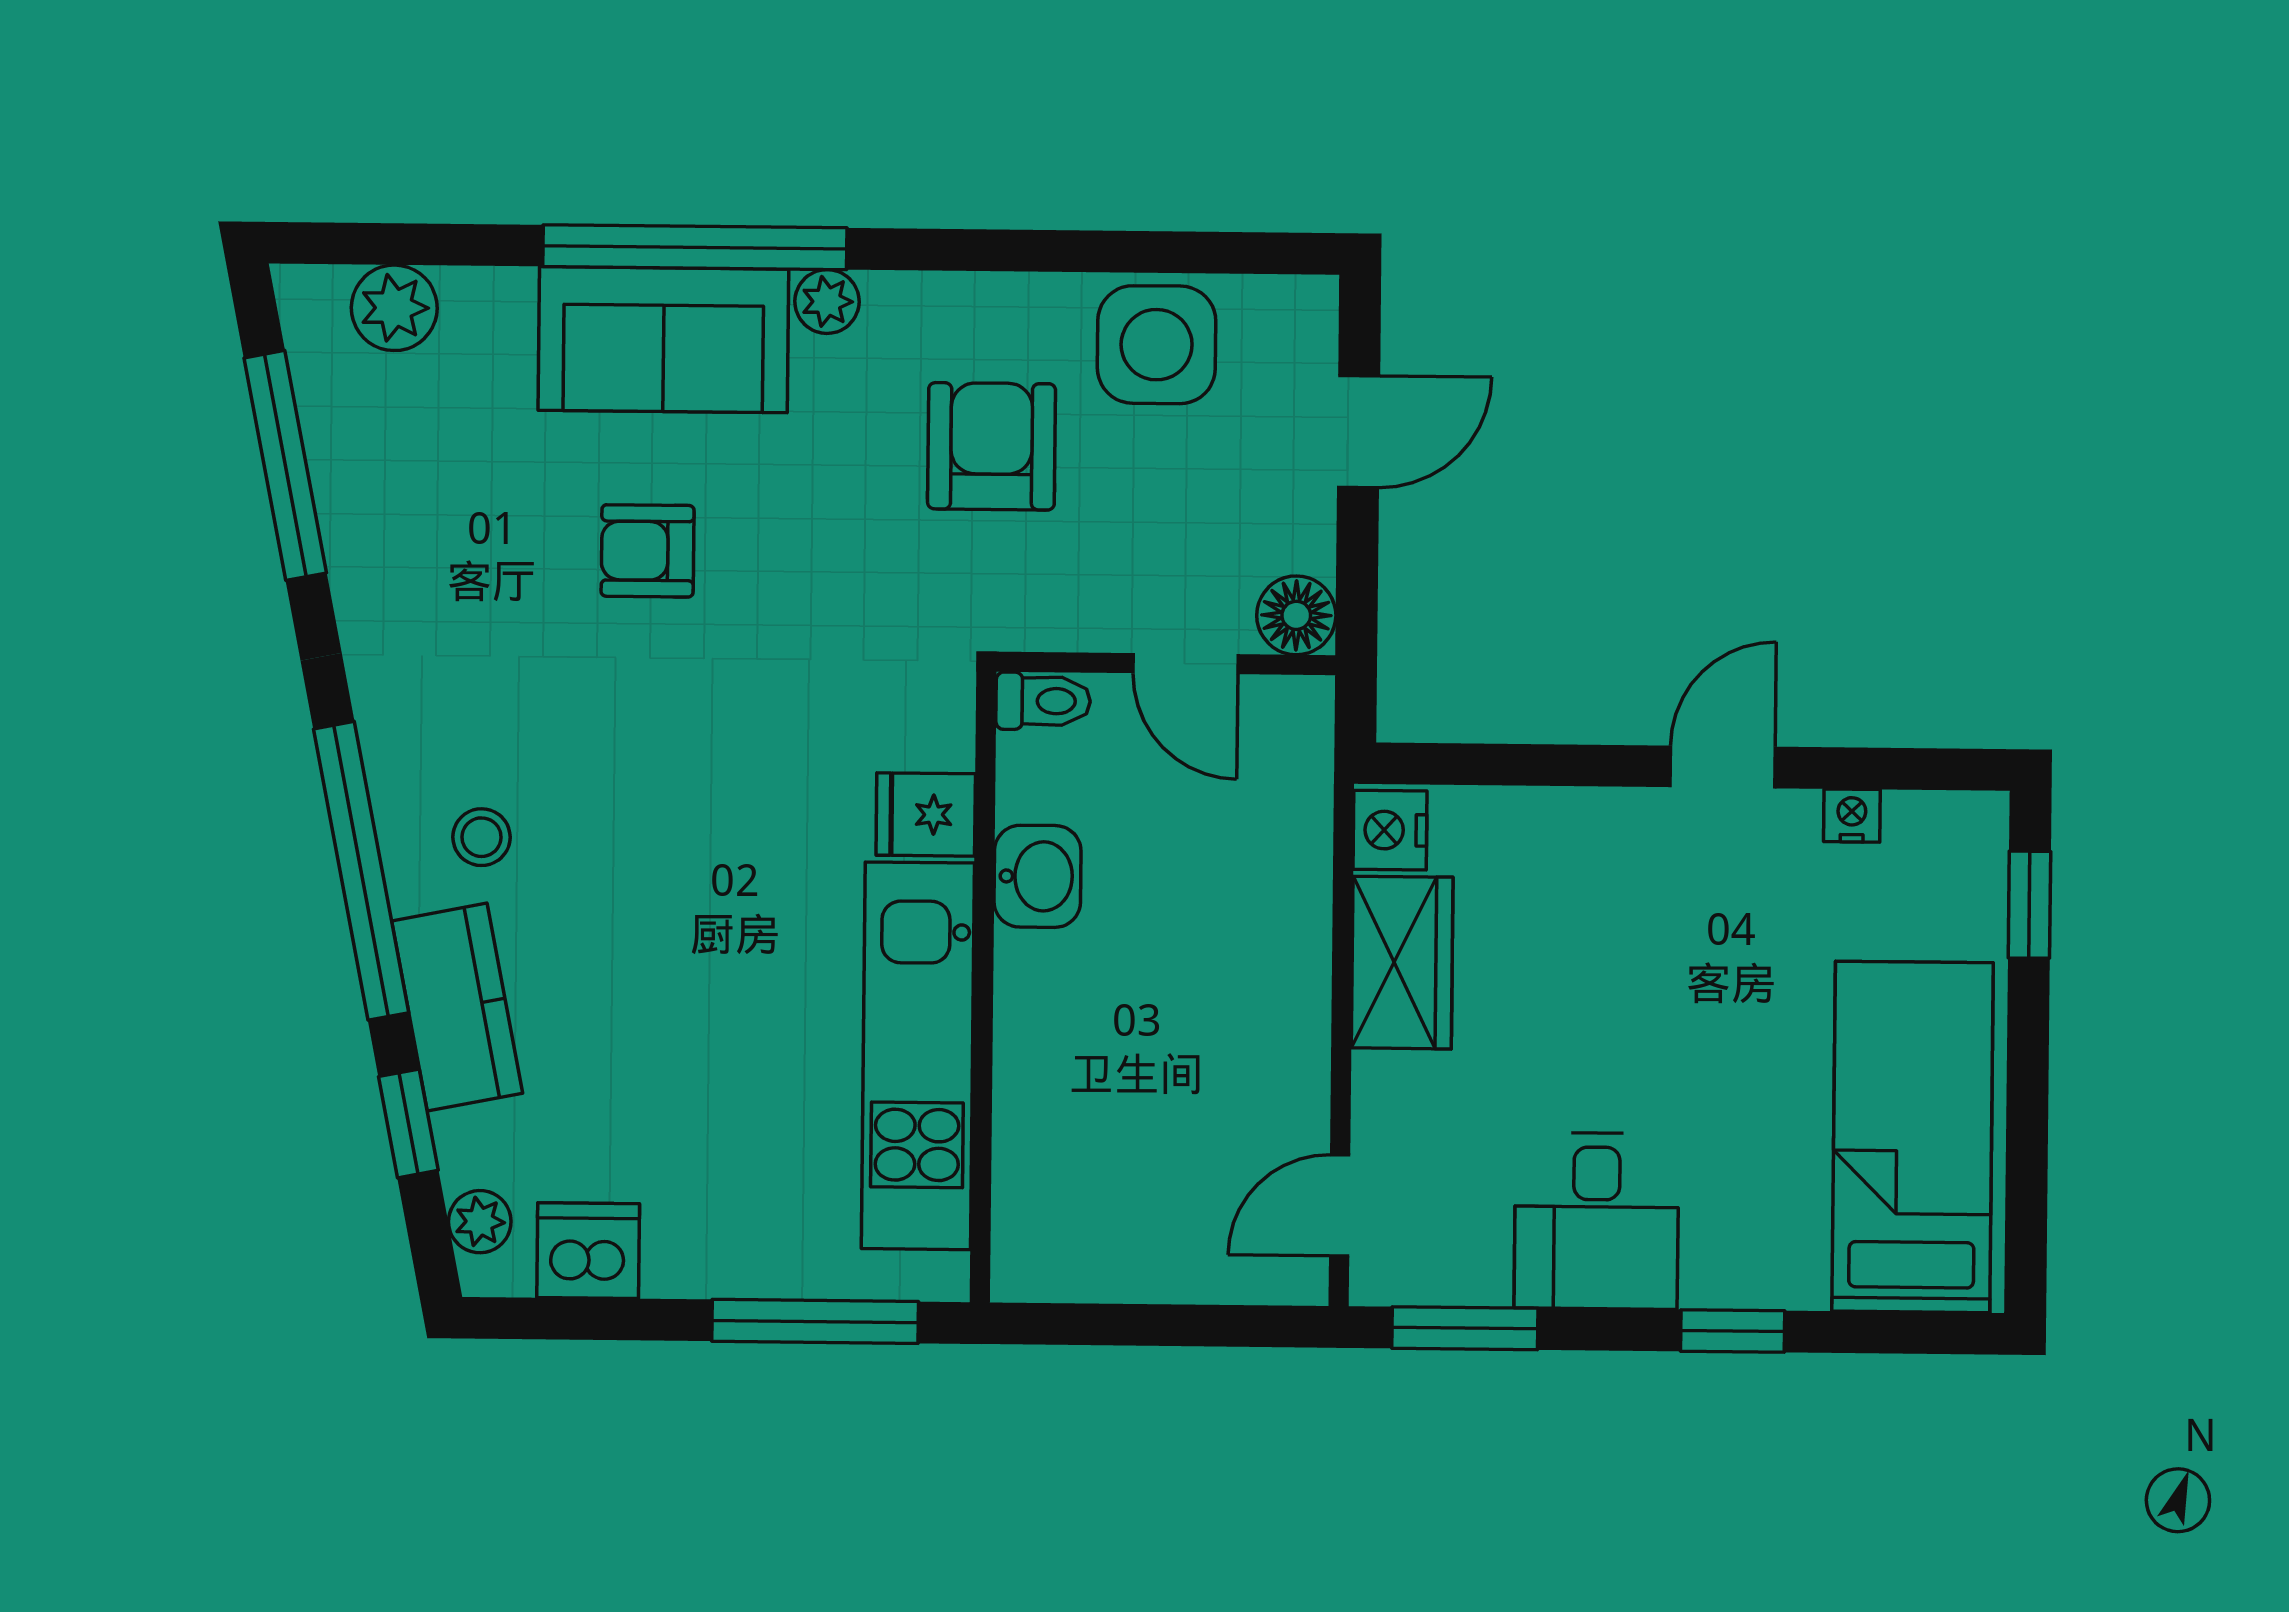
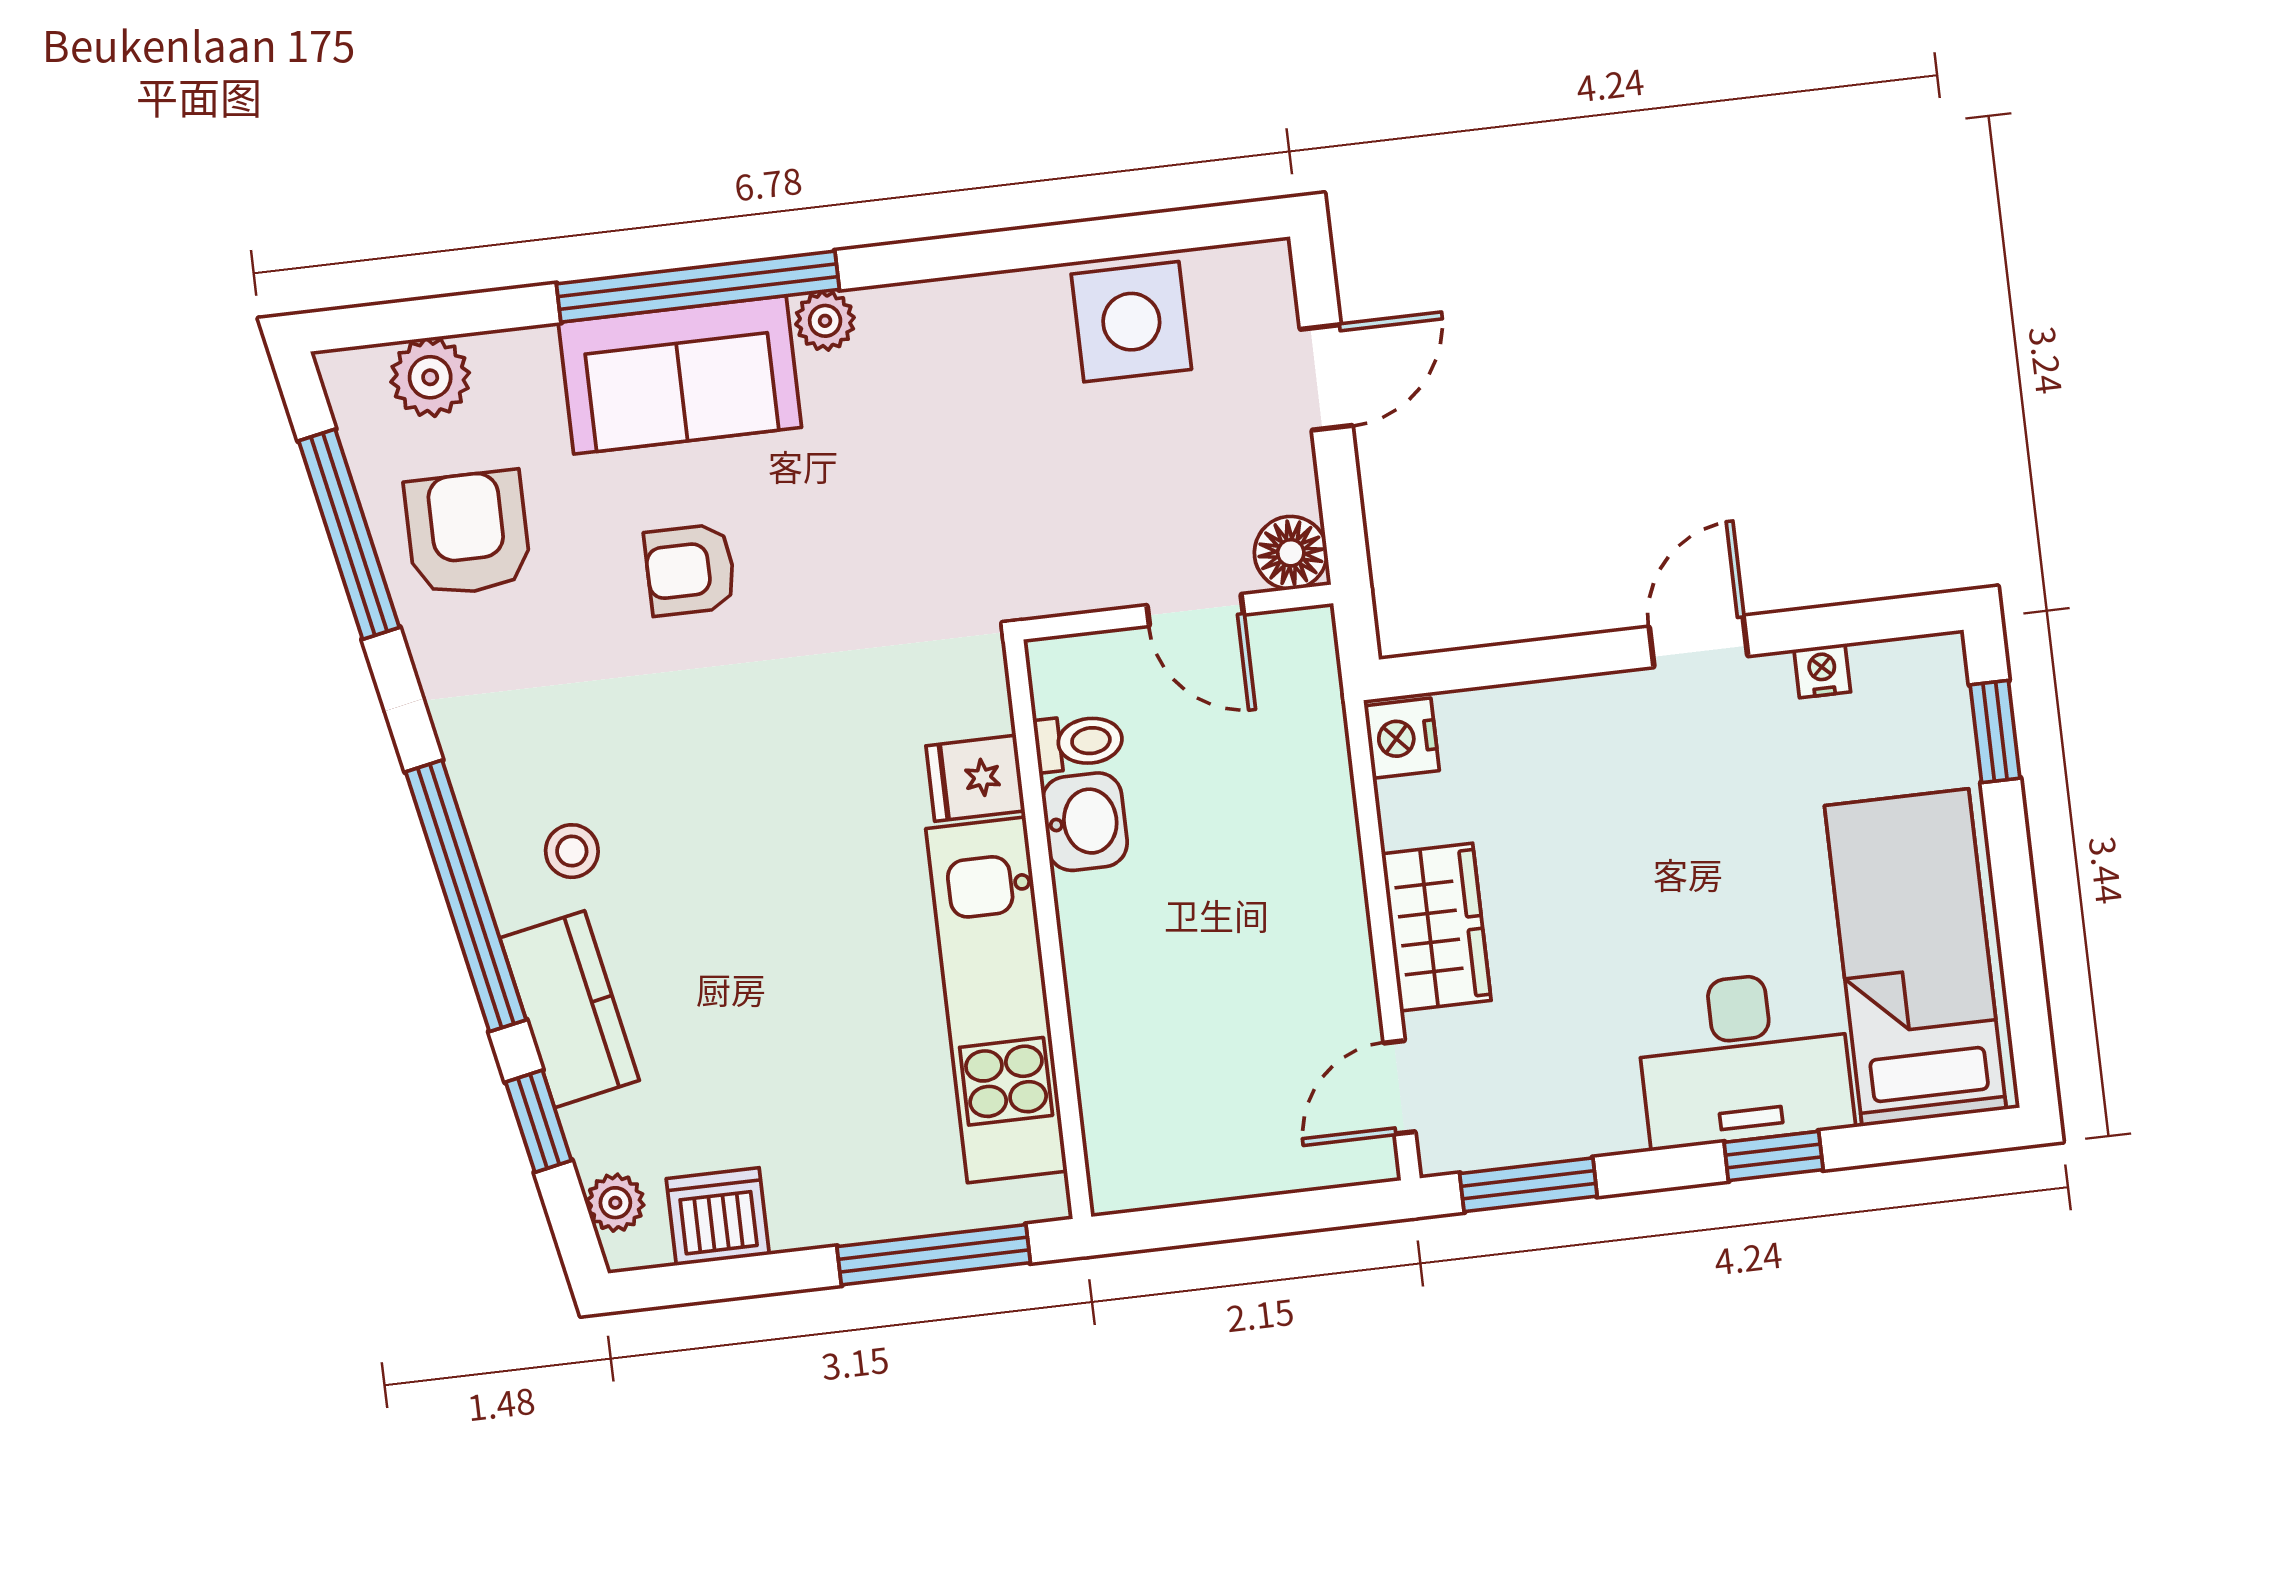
armchair: (992, 446) -> (468, 533), moved
toilet: (1043, 701) -> (1079, 742), moved
wardrobe: (1402, 963) -> (1436, 927), moved
desk: (1596, 1221) -> (1744, 1059), moved, width x1.37

